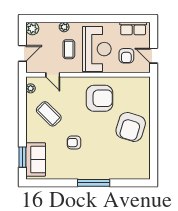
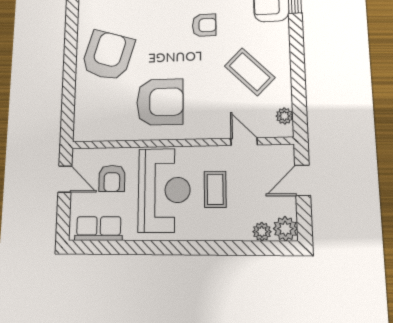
plant: (64, 27) -> (262, 232), moved
reception desk: (97, 49) -> (164, 190), turned 180
armchair: (126, 56) -> (112, 178), turned 180
armchair: (100, 98) -> (160, 102), turned 180

